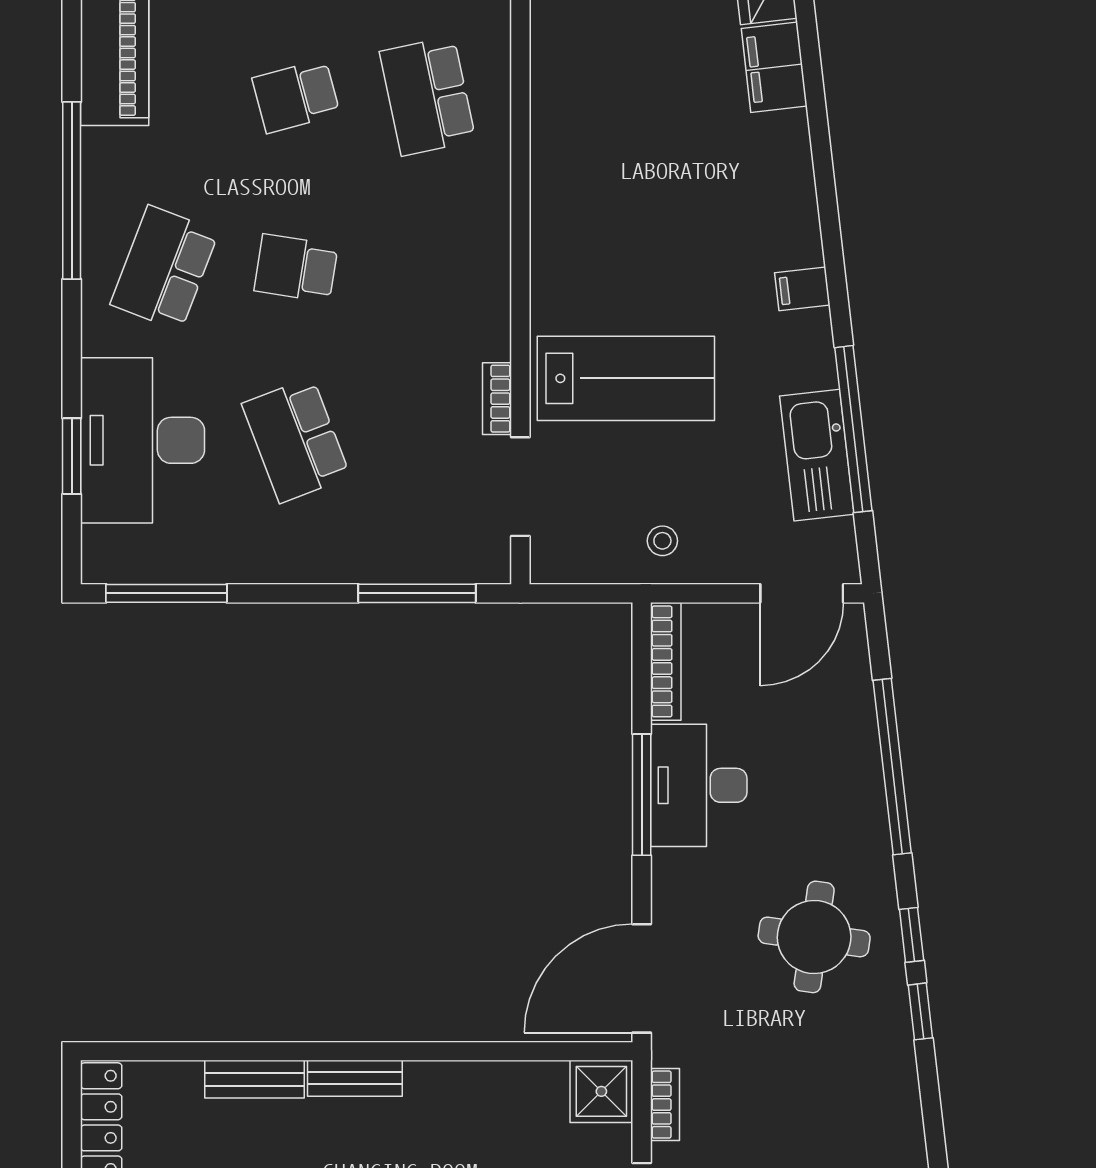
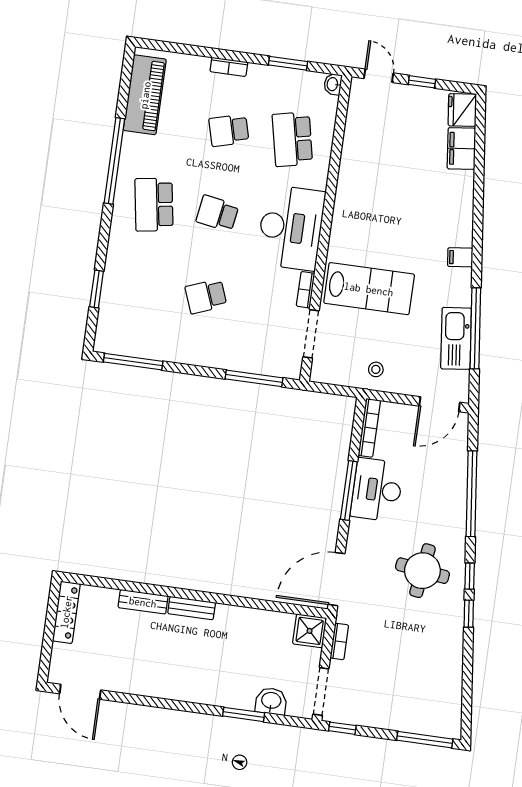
school desk: (164, 268) -> (154, 205), turned -30
desk: (143, 440) -> (291, 228), moved, turned 180
school desk: (296, 440) -> (206, 296), width x0.54

